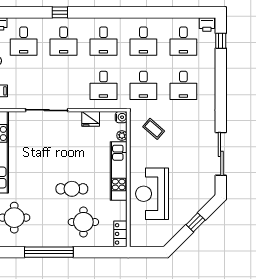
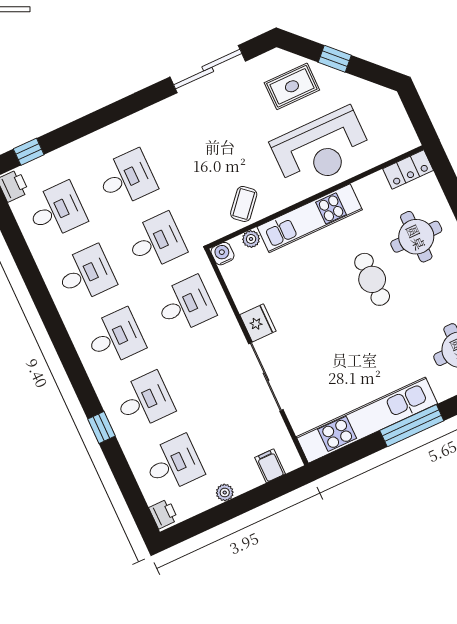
fridge: (91, 119) -> (258, 323), moved
coffee table: (154, 129) -> (244, 204), moved
rug: (191, 193) -> (292, 86), added

